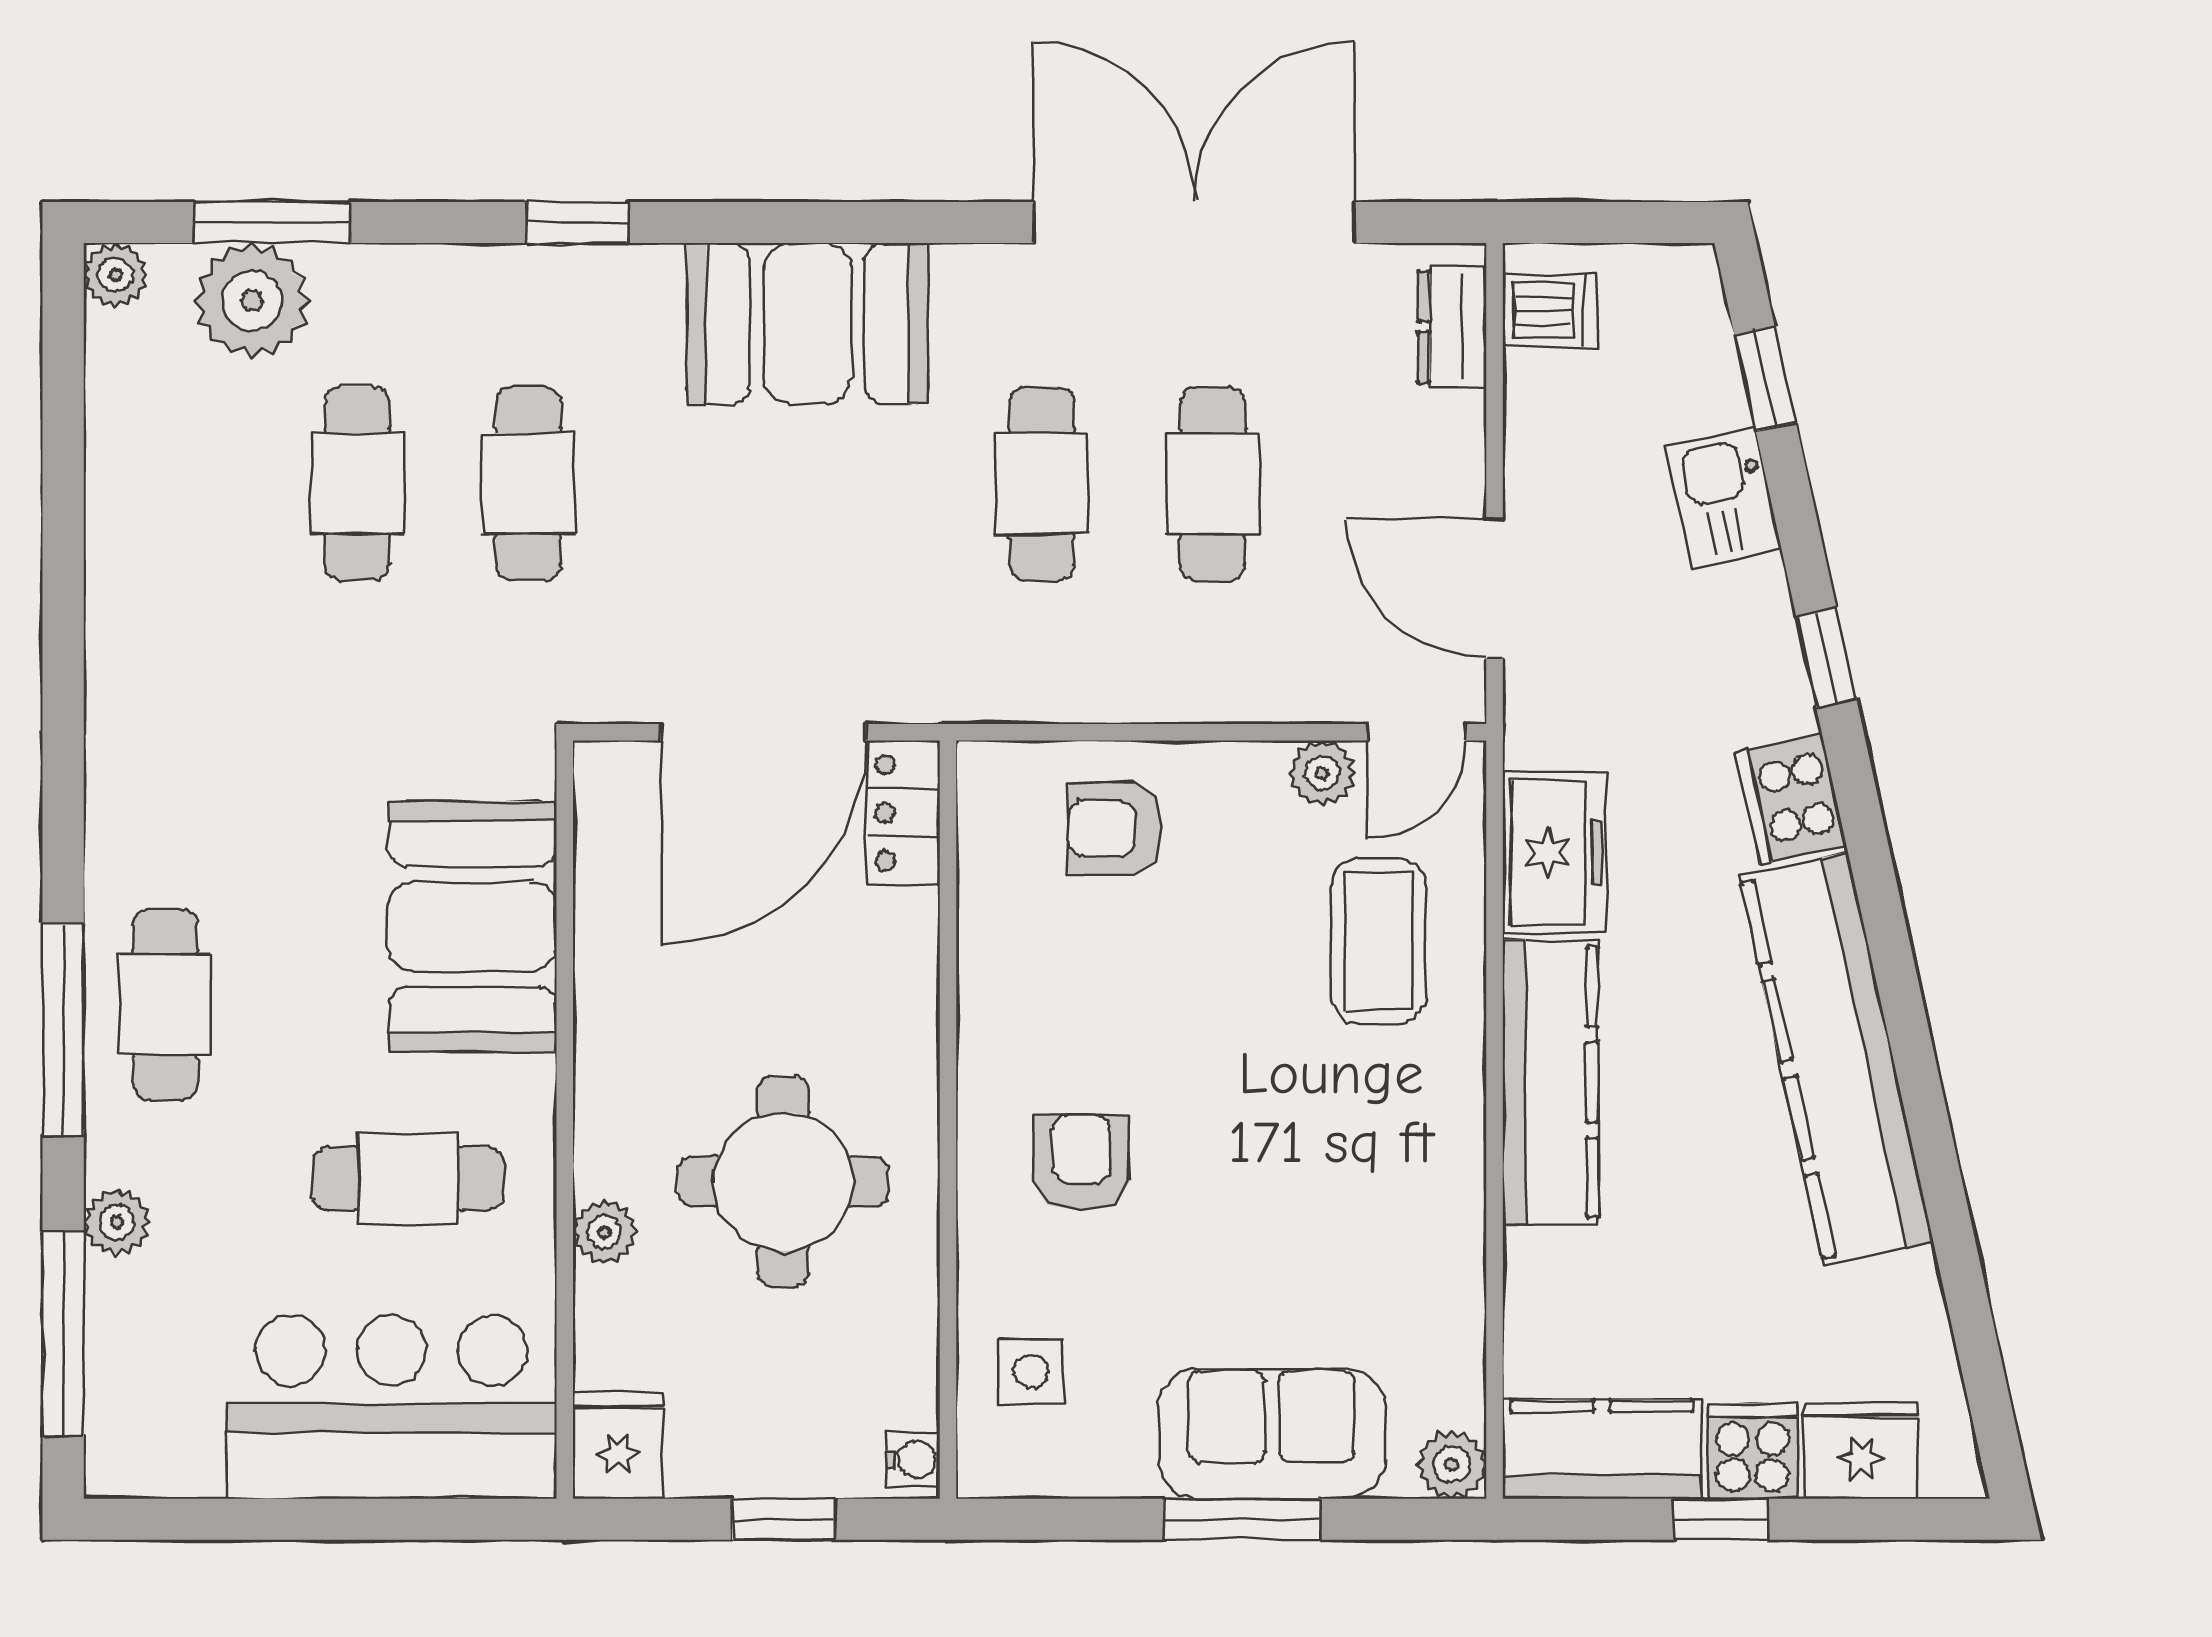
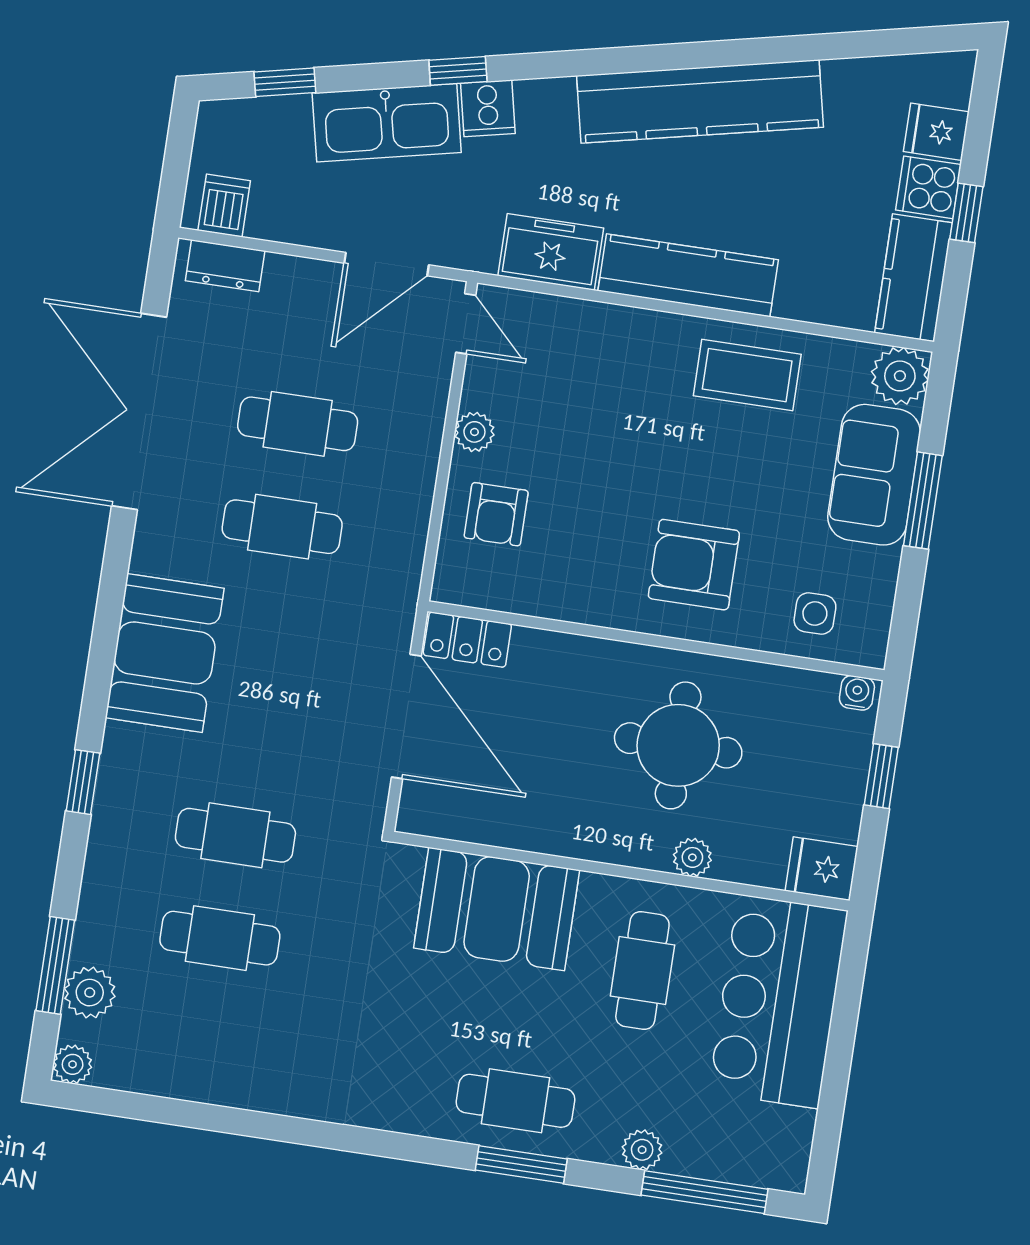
plant: (252, 301) -> (90, 993), width x0.73, depth x0.73
kitchen sink: (1723, 498) -> (387, 123), width x1.88, depth x1.24
plant: (1322, 773) -> (474, 432), moved
cooker: (1791, 799) -> (488, 108), moved, width x0.73
coffee table: (1379, 941) -> (747, 375), moved
window: (63, 1029) -> (521, 1164), width x0.69
armchair: (1081, 1163) -> (694, 565), width x1.38, depth x1.38
fridge: (1861, 1450) -> (936, 132), width x0.72
plant: (1452, 1464) -> (900, 376), width x1.38, depth x1.38

